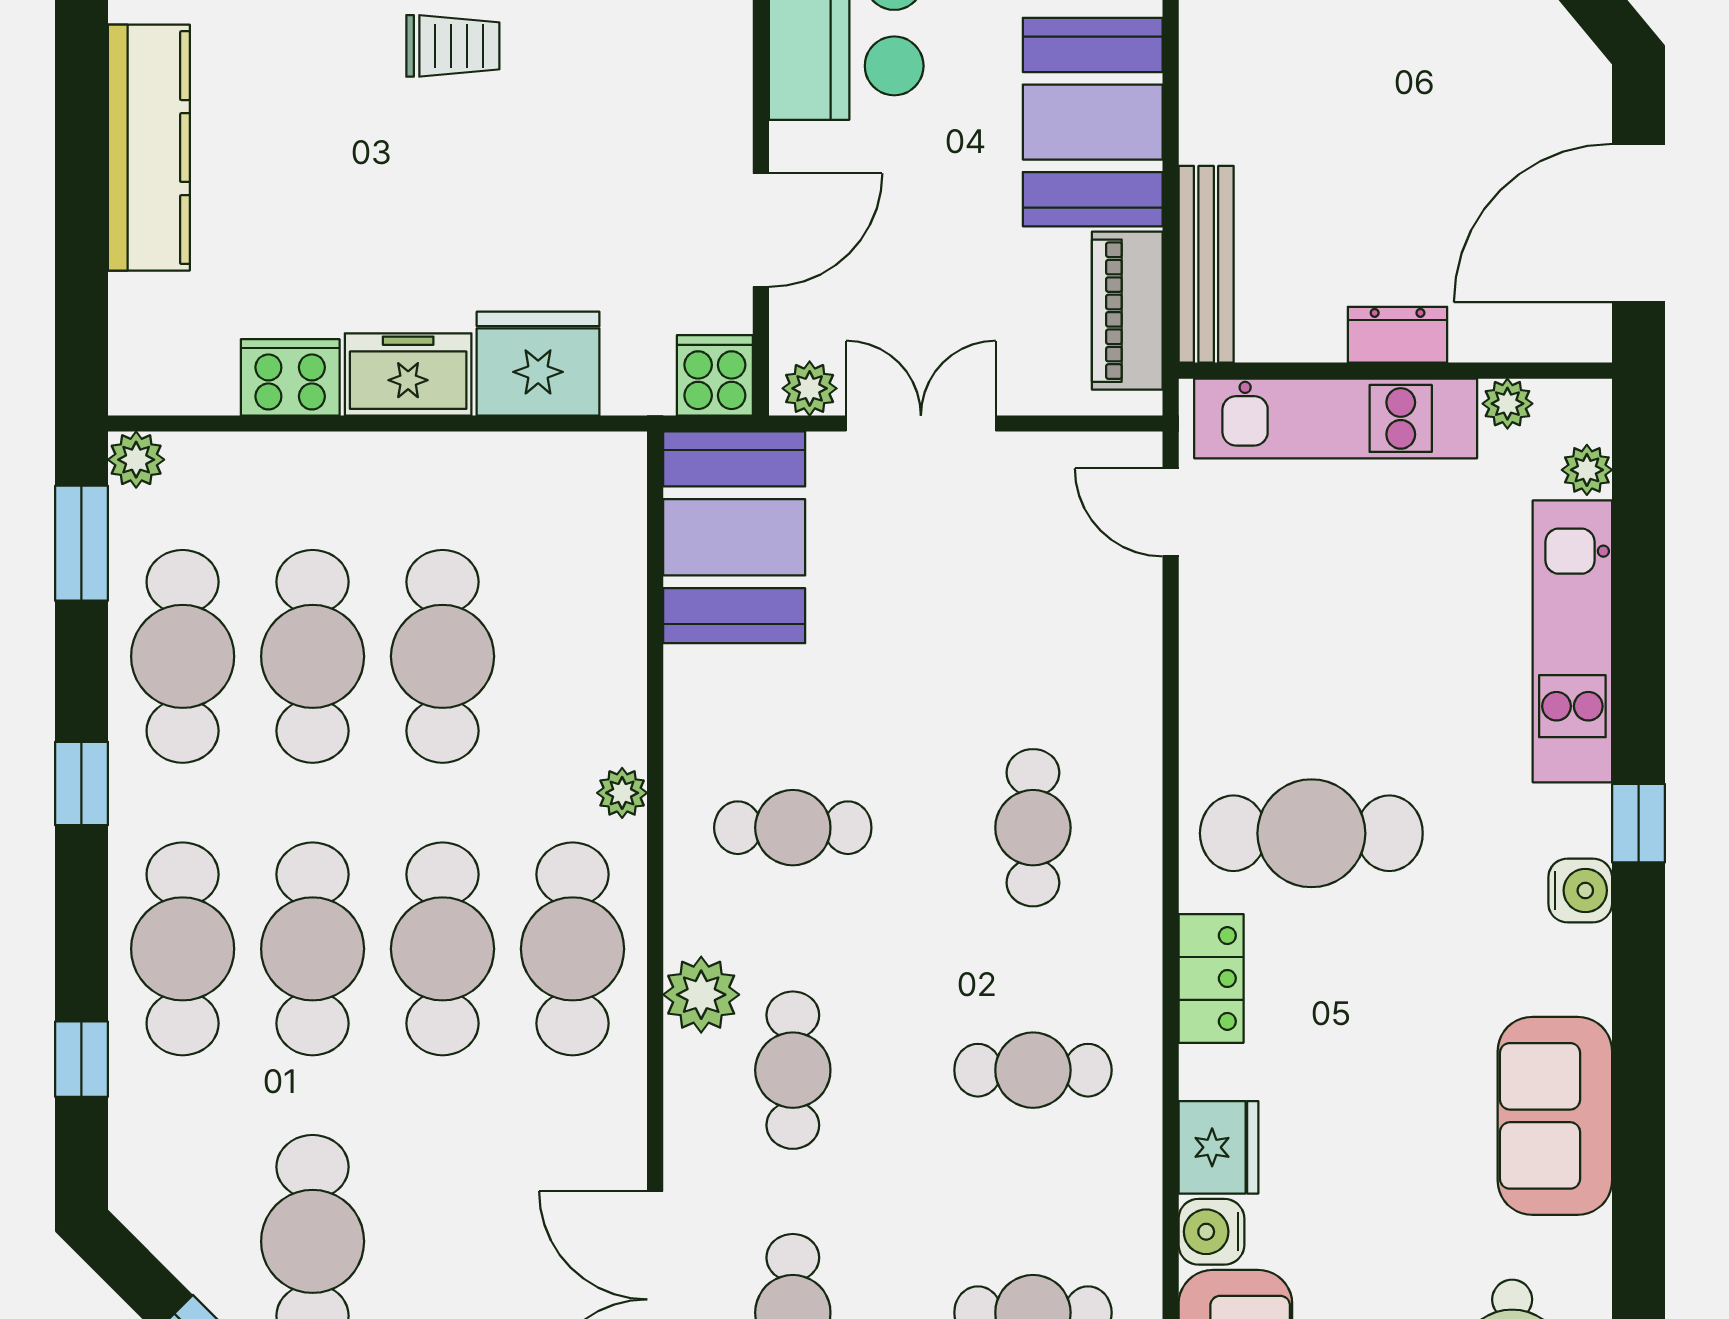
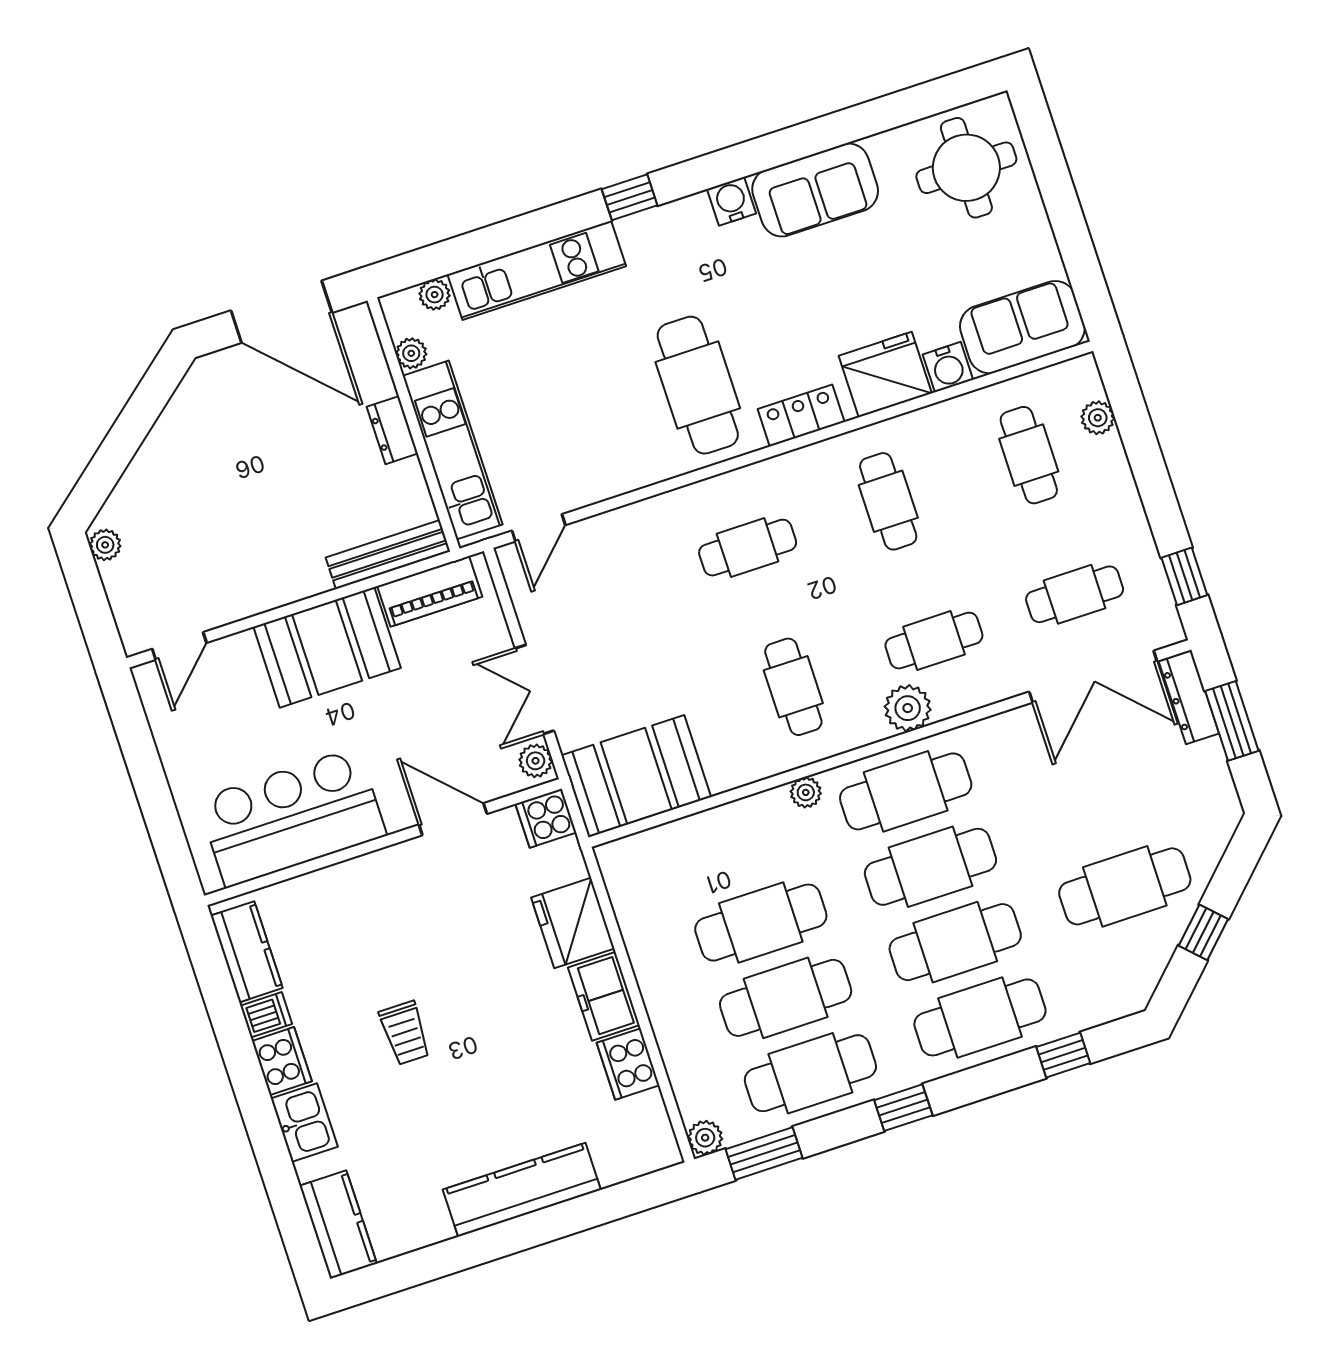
trolley: (453, 46) -> (405, 1033), turned 180
water cooler: (1580, 890) -> (731, 201), moved
fridge: (1218, 1147) -> (885, 374), width x1.36, depth x1.34

